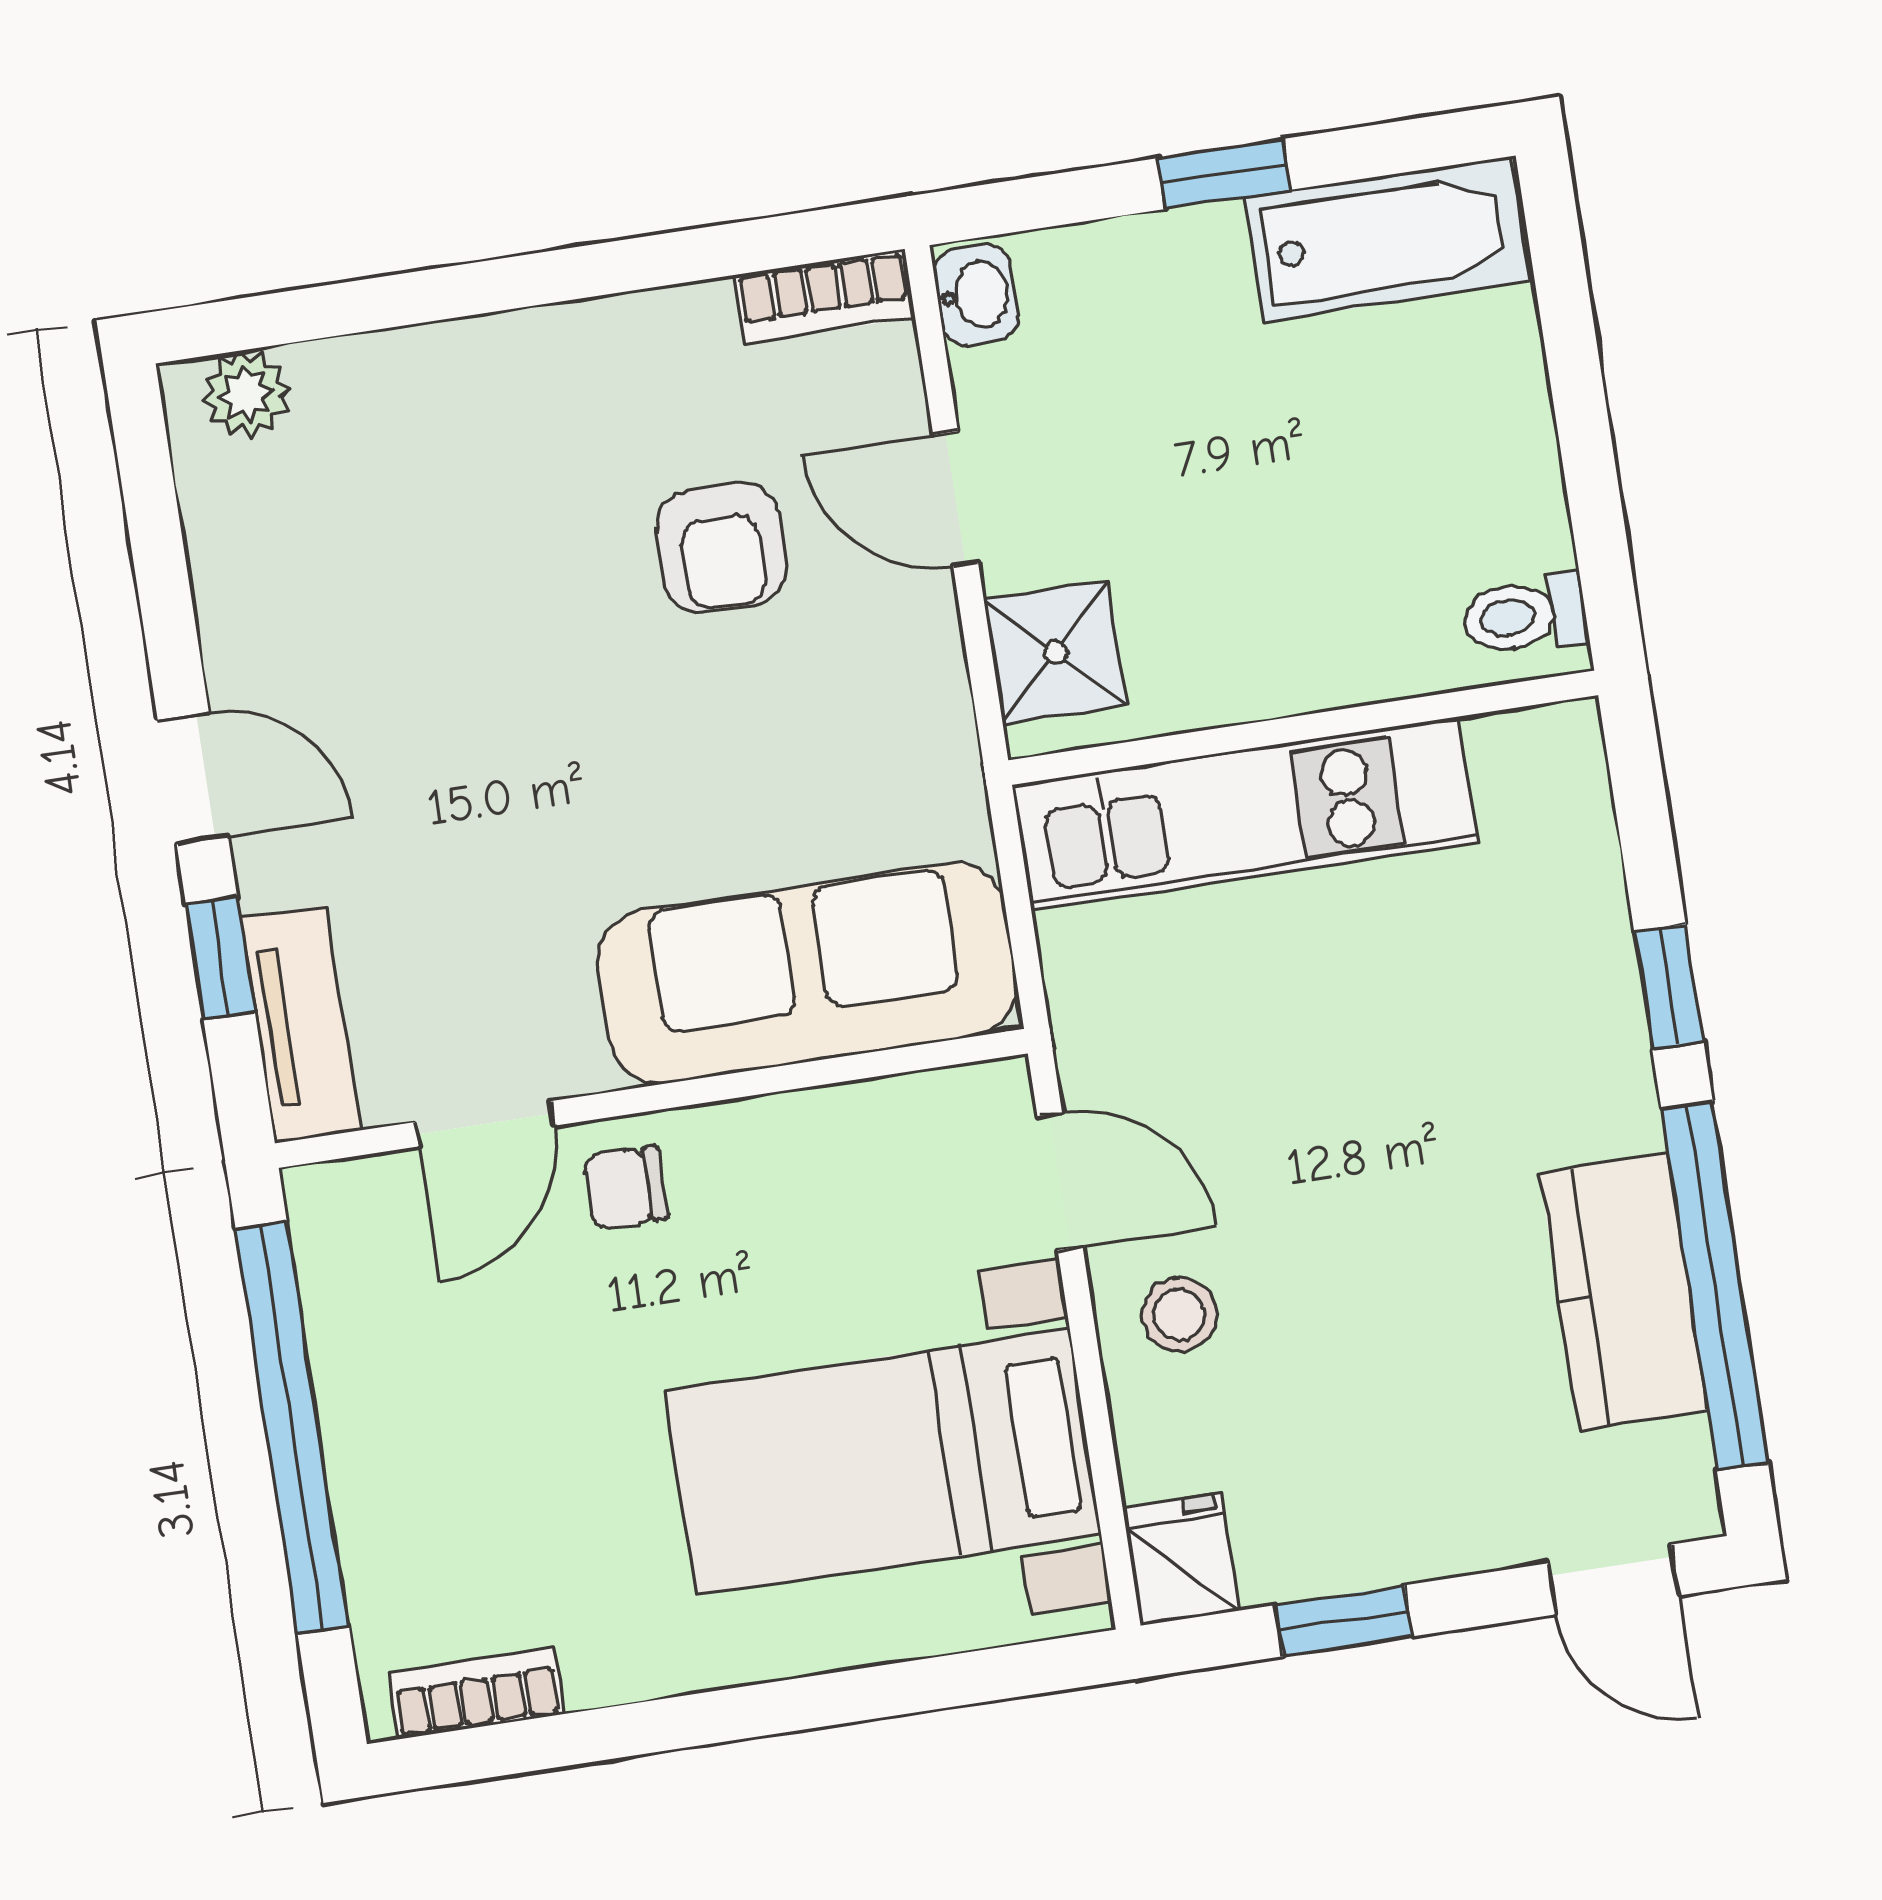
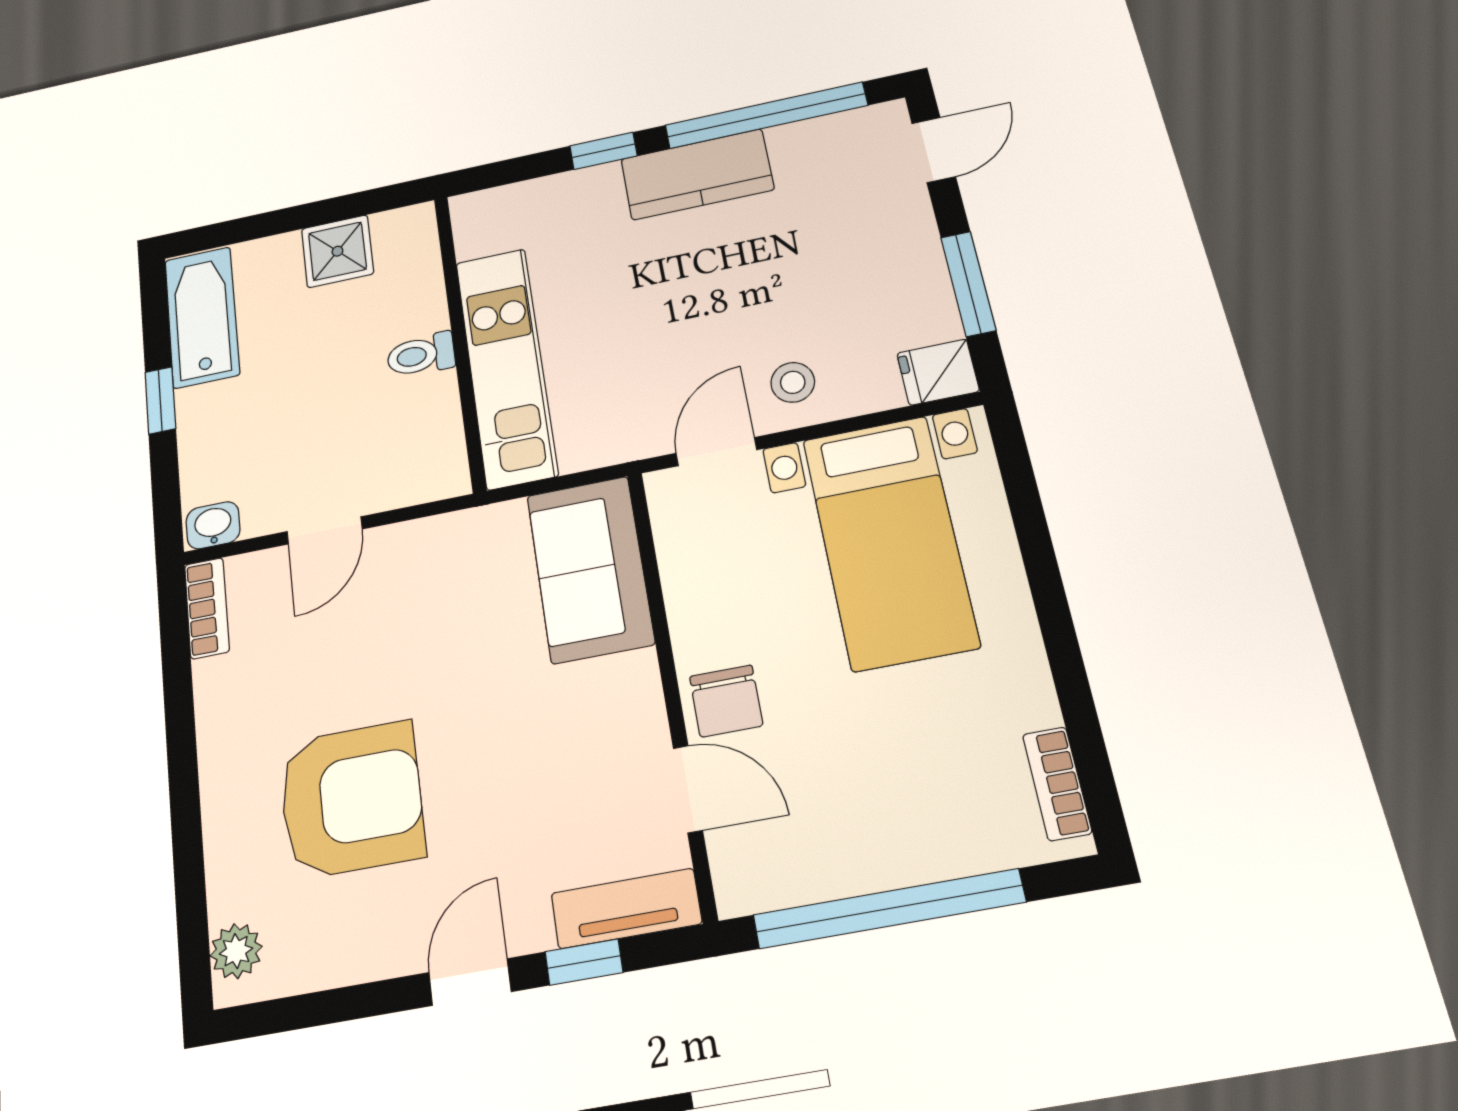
armchair: (722, 547) -> (351, 800), moved, width x1.88, depth x1.88
toilet: (1525, 615) -> (421, 355), moved, turned 90
shower: (1056, 652) -> (337, 251), moved
sofa: (807, 973) -> (590, 569), width x0.73
chair: (626, 1188) -> (726, 701), width x1.37, depth x1.37
kitchen counter: (1624, 1292) -> (697, 174), moved
window: (1344, 1621) -> (968, 284), width x1.50

